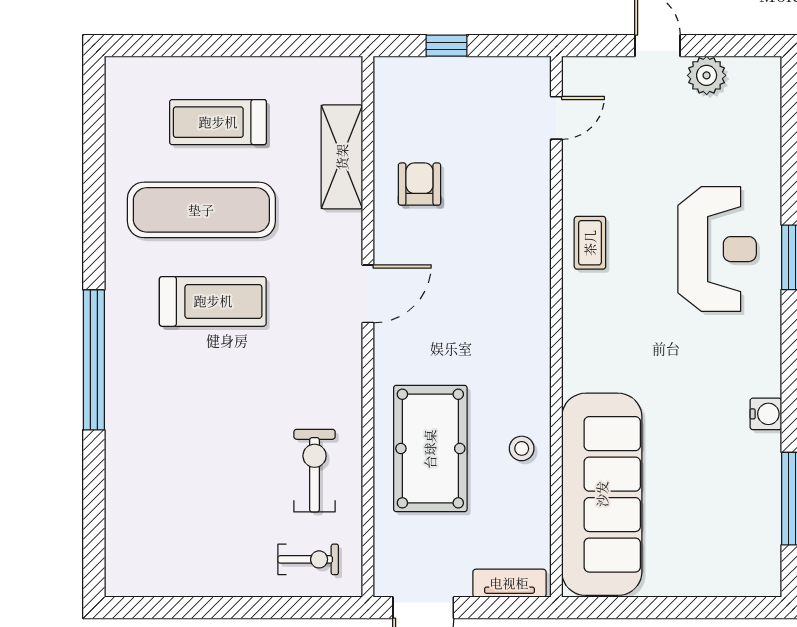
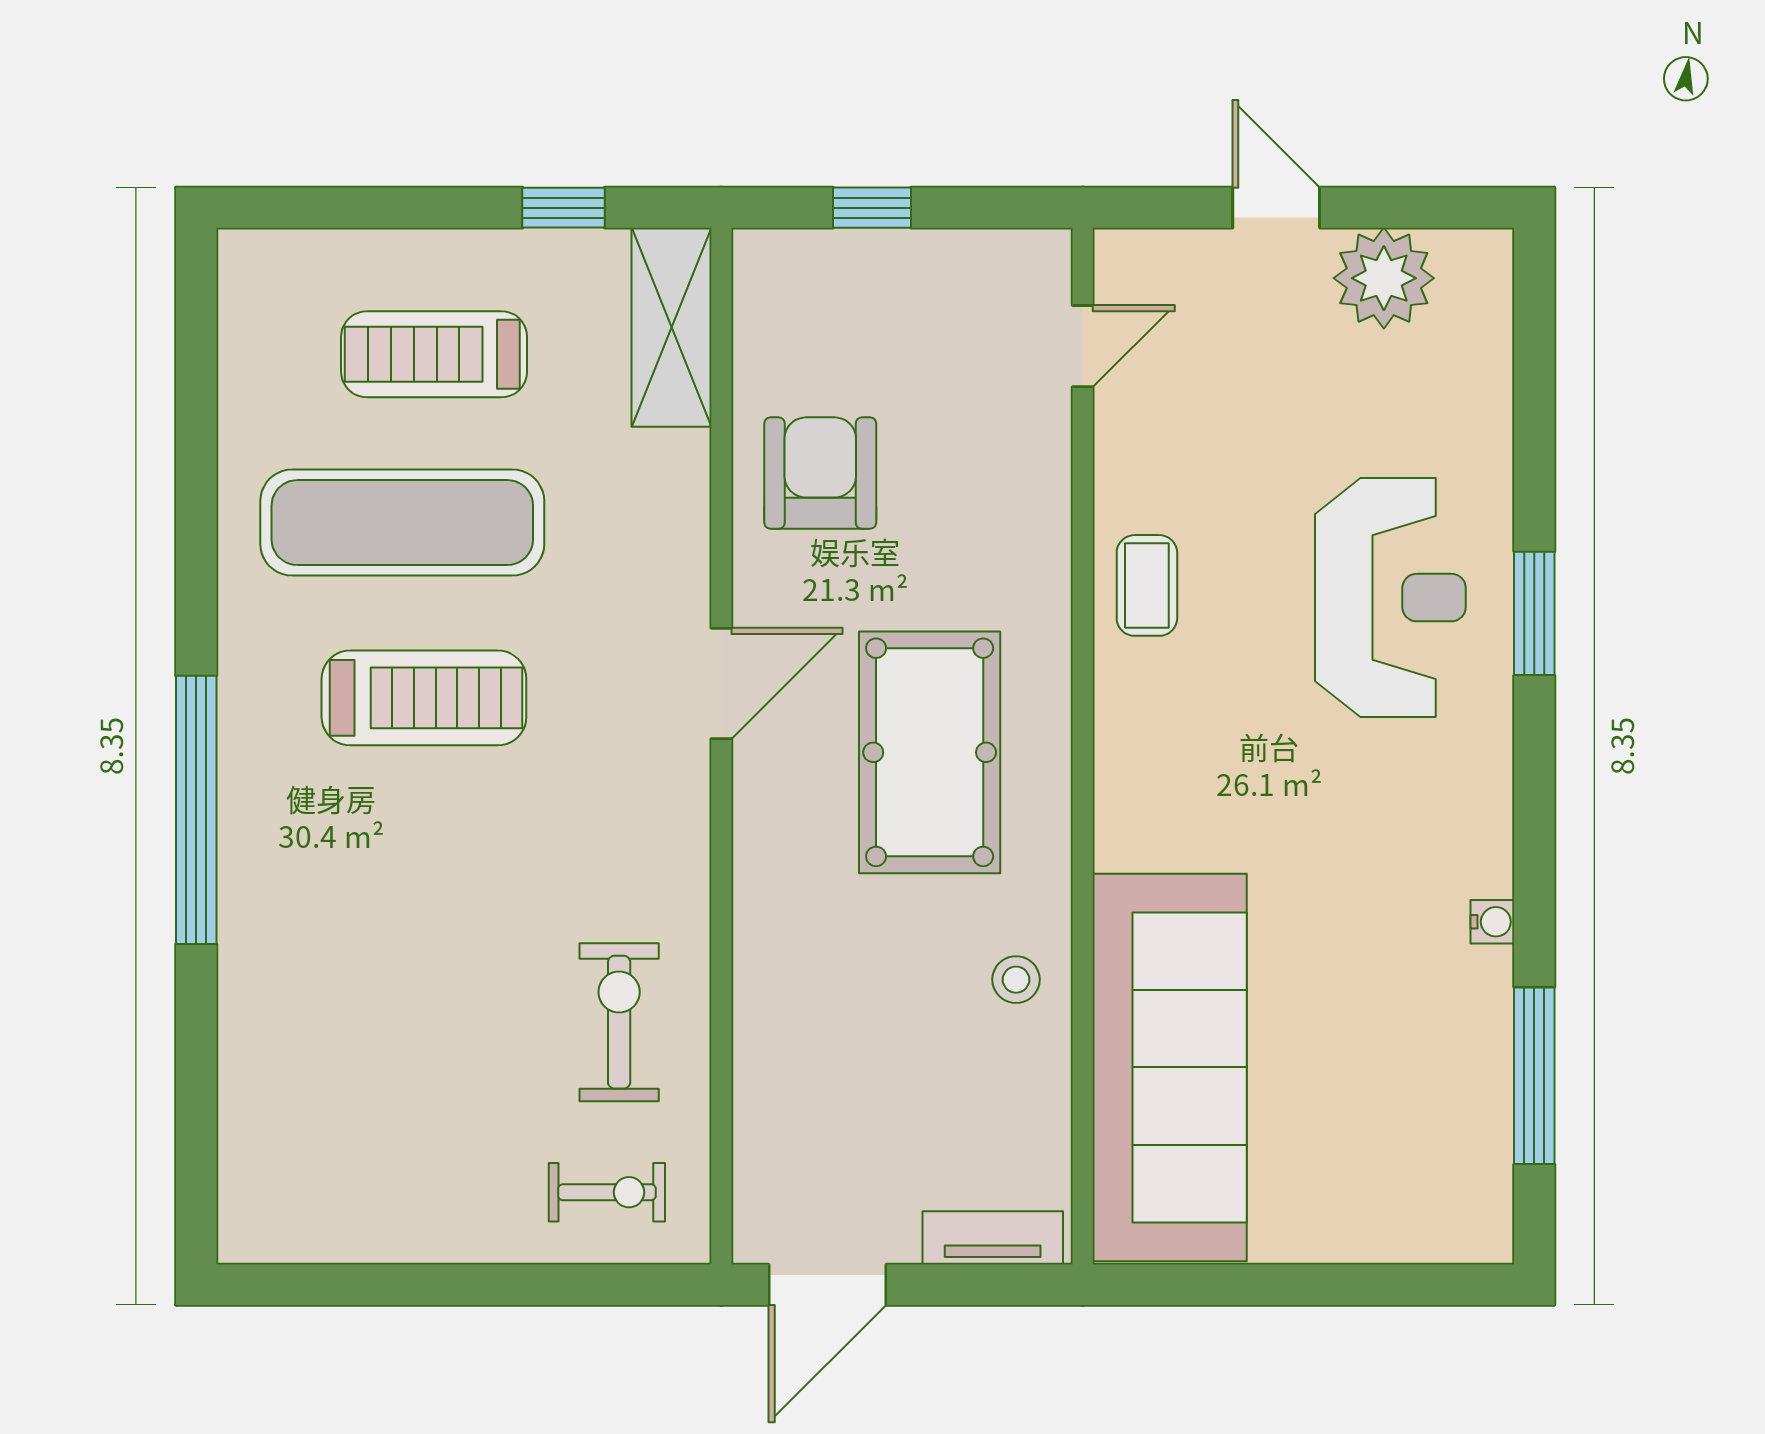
window: (286, 46) -> (564, 208), added
plant: (707, 75) -> (1384, 278), width x1.36, depth x1.36
shelving: (342, 157) -> (671, 327), moved
armchair: (419, 184) -> (820, 473), width x1.38, depth x1.38
water cooler: (766, 414) -> (1492, 922), width x0.72, depth x0.72
pool table: (430, 449) -> (930, 752), moved

